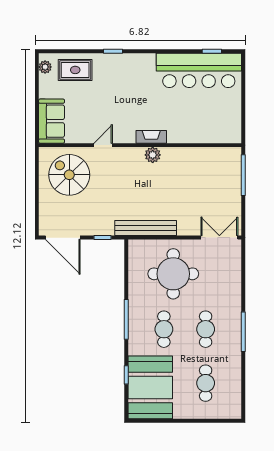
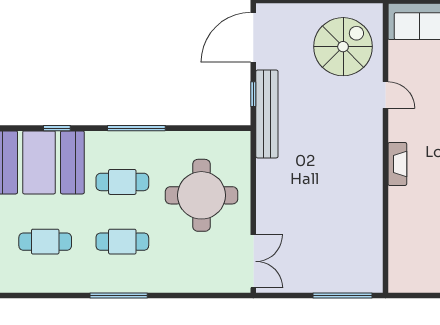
plant: (153, 155) -> (372, 166), removed
bench: (146, 228) -> (267, 114), moved

